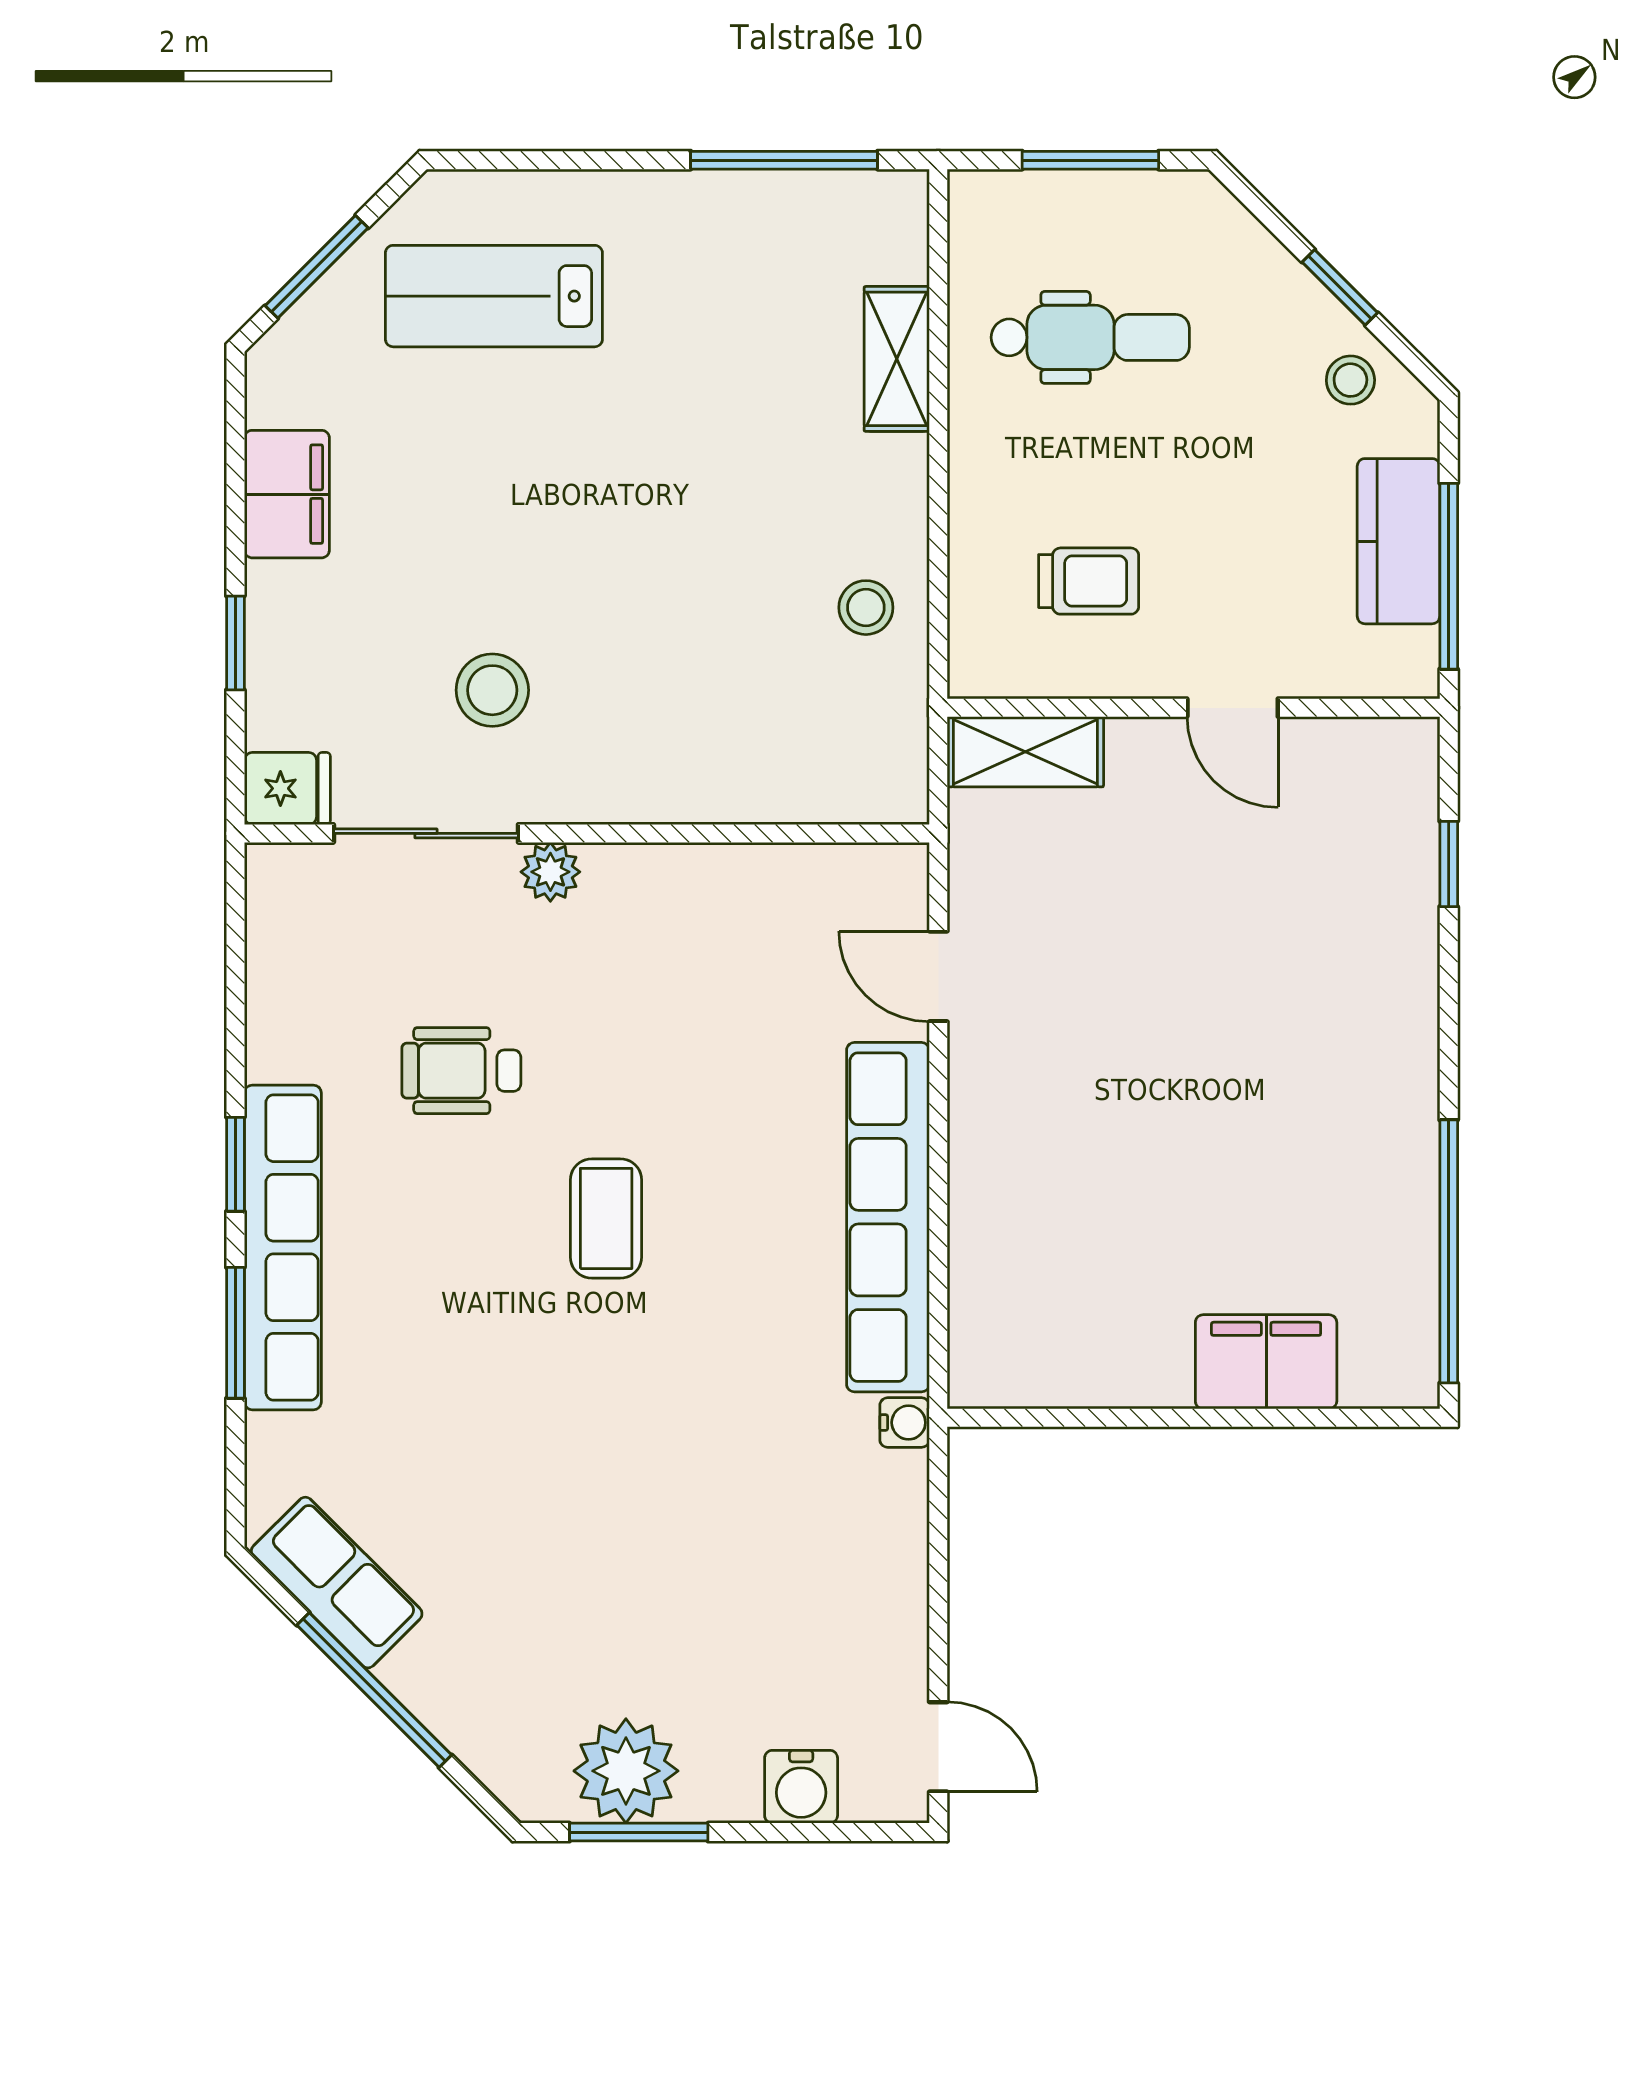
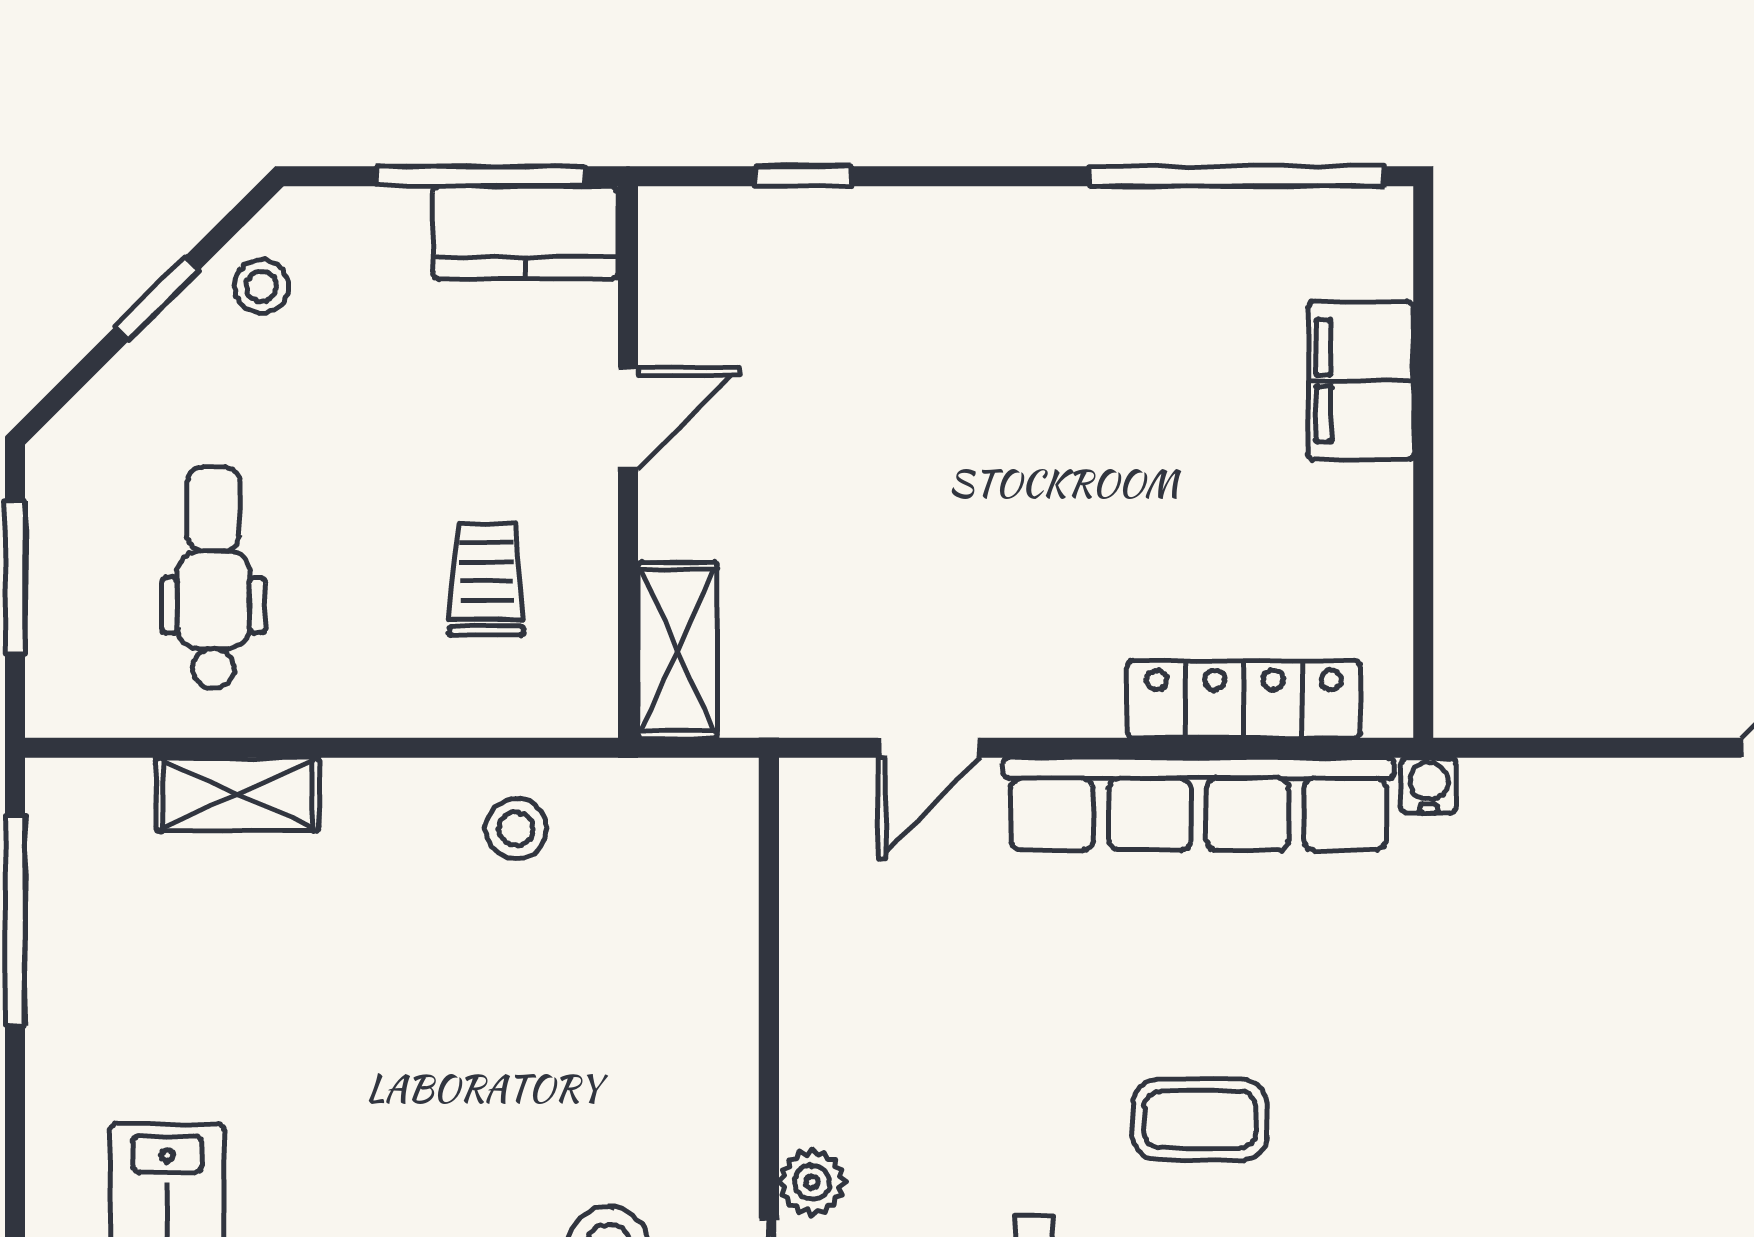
kitchen counter: (1398, 541) -> (526, 232), moved
locker: (982, 1258) -> (1244, 699), added

